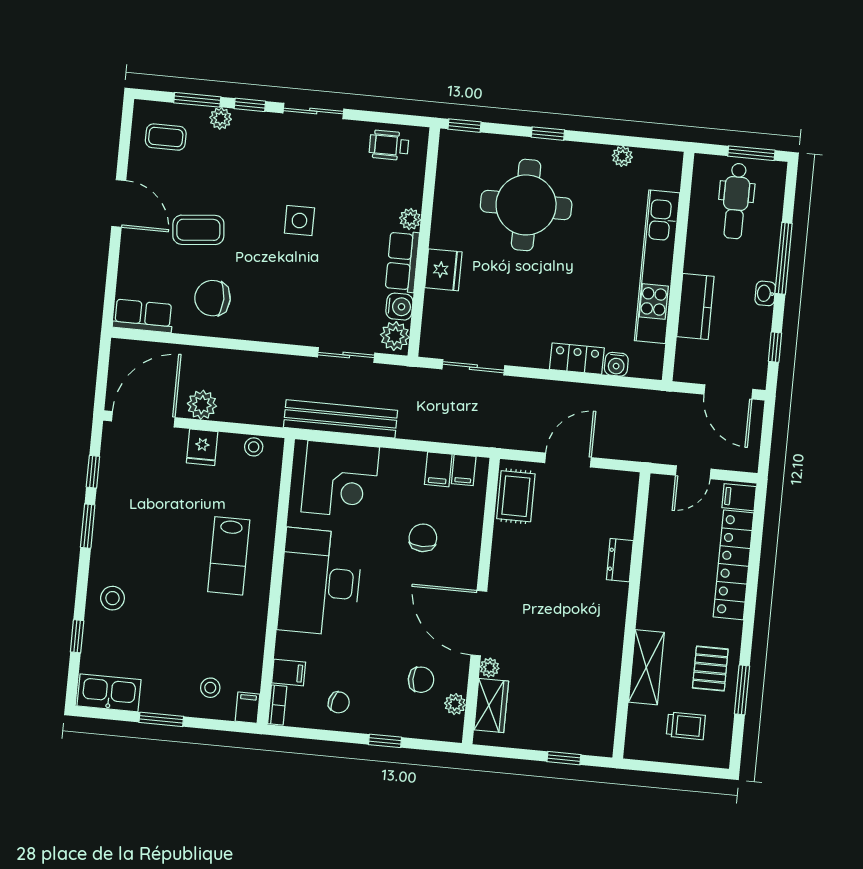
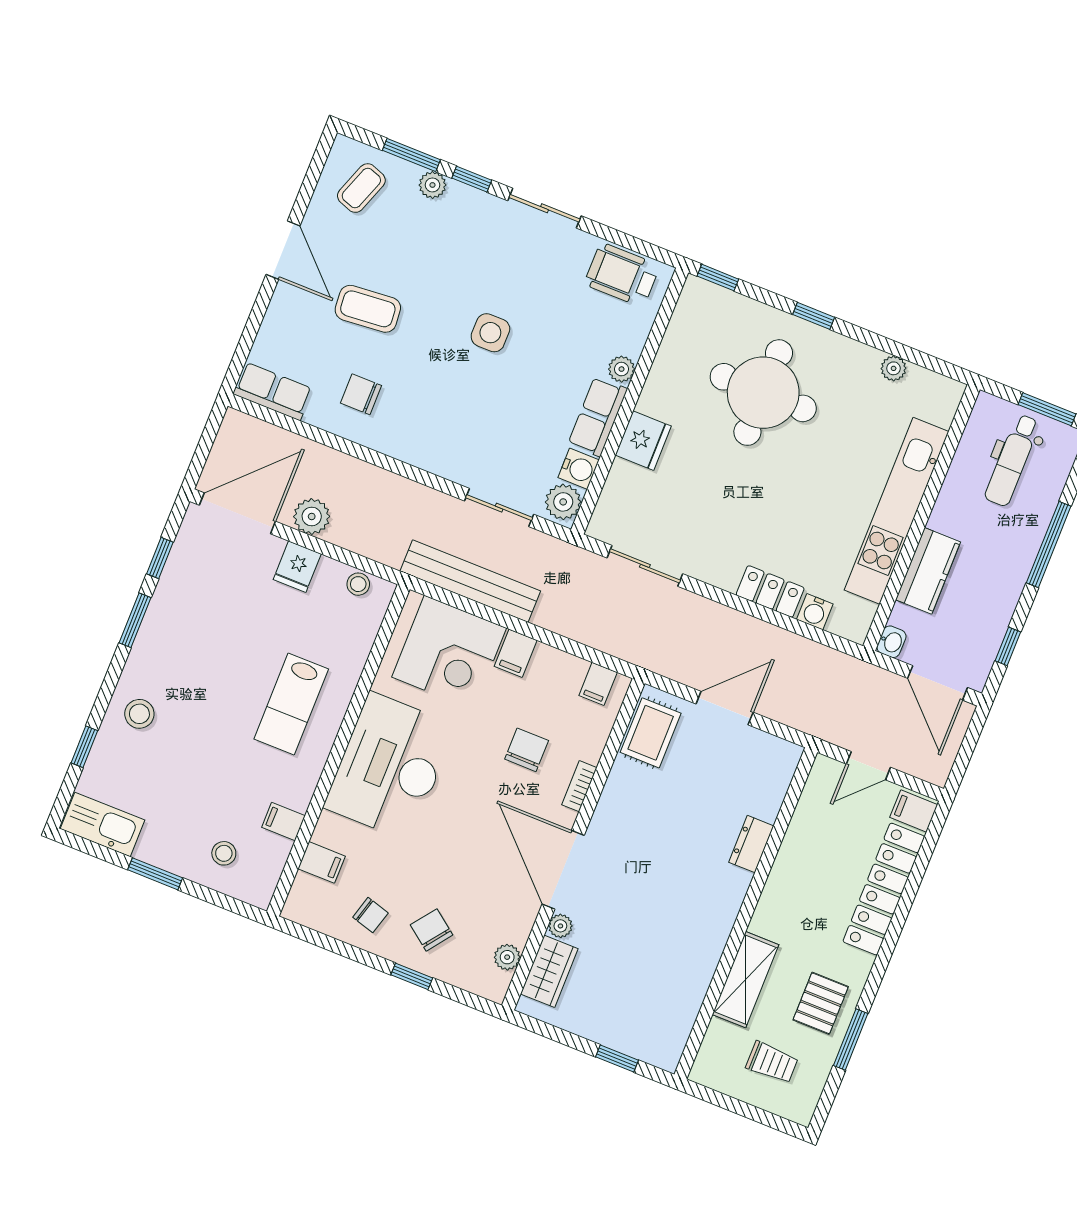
coffee table: (166, 137) -> (361, 188), turned -70
wheelchair: (389, 145) -> (622, 275), width x1.36, depth x1.37
washbasin: (765, 293) -> (891, 642), moved, turned 180
chair: (213, 298) -> (361, 394), width x0.73, depth x0.73
filing cabinet: (438, 469) -> (516, 653), moved
chair: (421, 680) -> (432, 930), moved, turned -142
bookcase: (277, 705) -> (579, 786), moved, turned 180
filing cabinet: (248, 708) -> (283, 821), moved, turned -90

